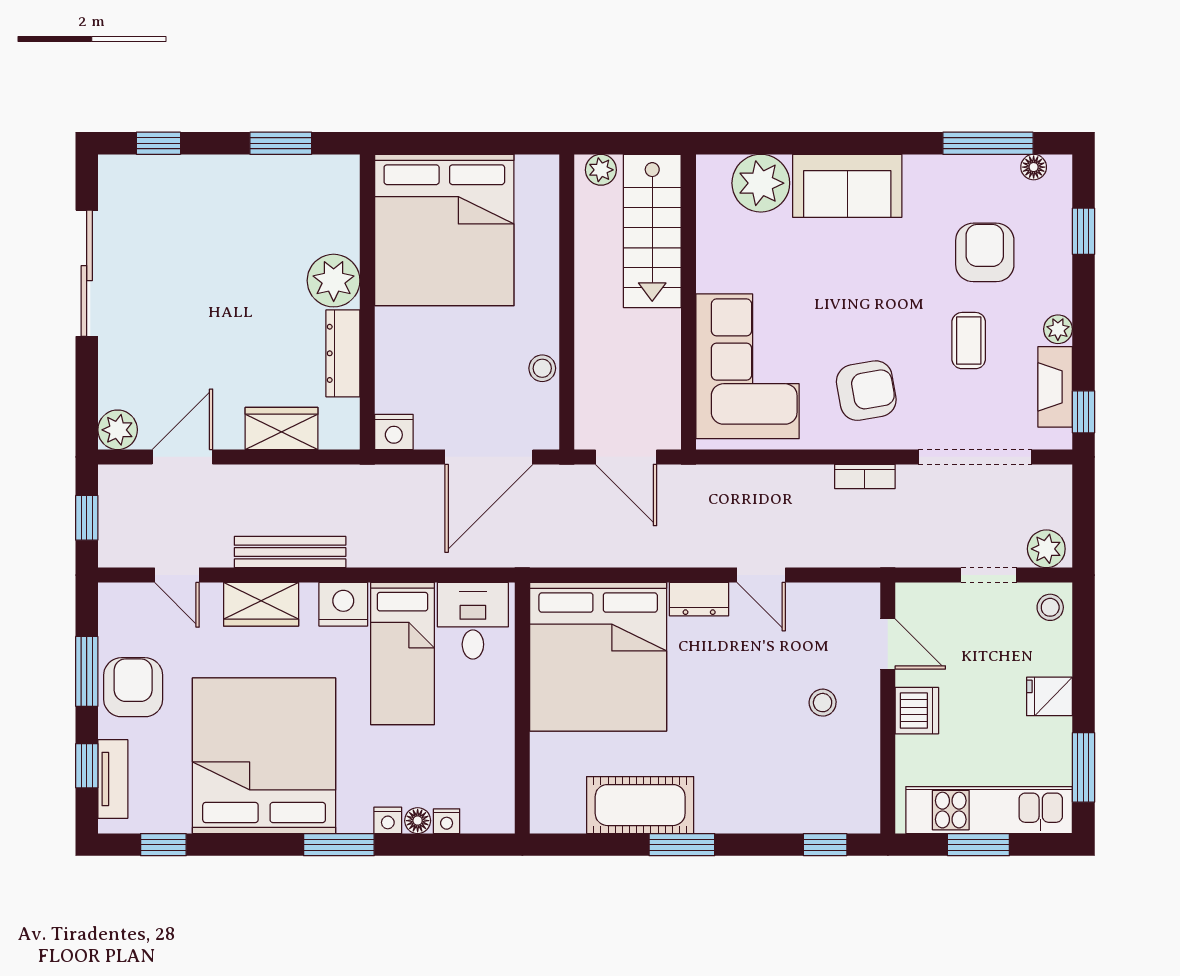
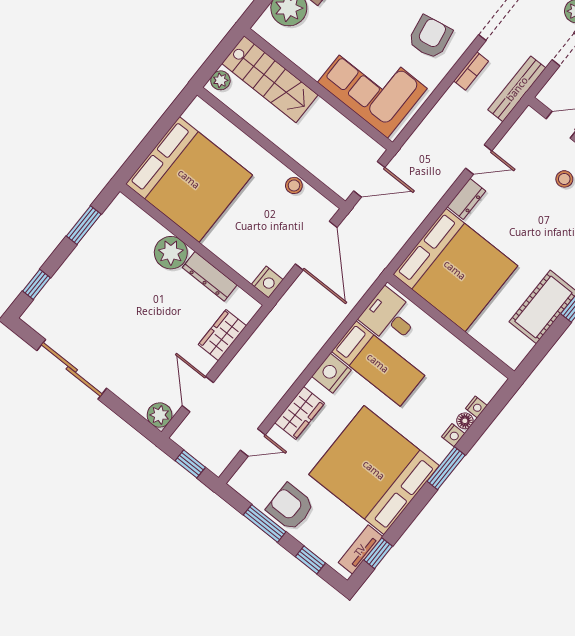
bench: (290, 552) -> (517, 89), moved
tv unit: (113, 779) -> (360, 550), moved, turned -90

